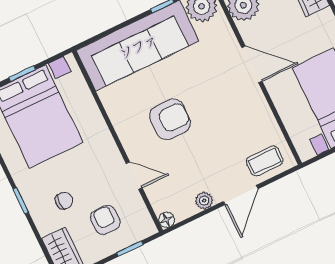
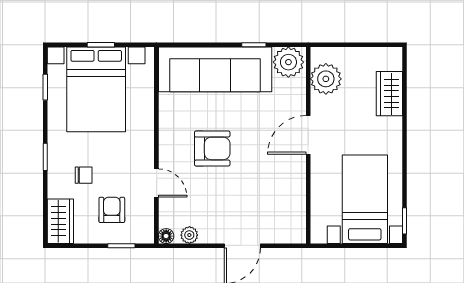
door: (252, 64) -> (308, 135), swing flipped
coffee table: (265, 161) -> (278, 226), removed
plant: (204, 201) -> (189, 235), moved

